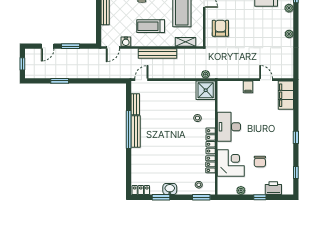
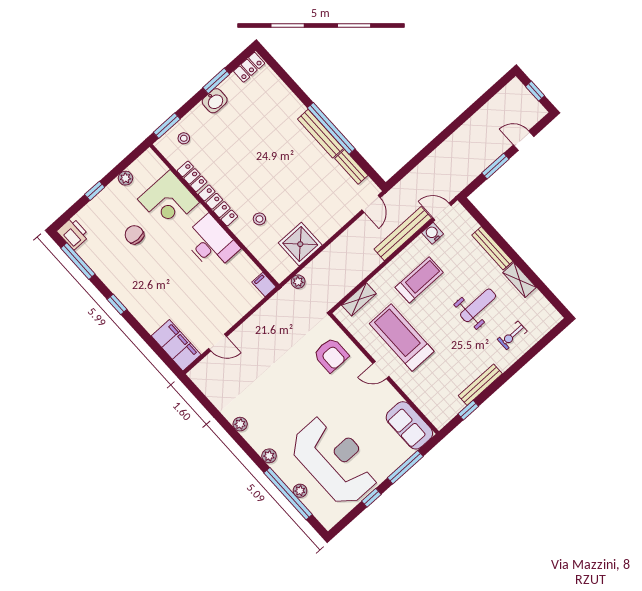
door: (48, 46) -> (524, 141), hinge flipped
door: (113, 48) -> (442, 212), hinge flipped
bench: (157, 54) -> (403, 234), moved
window: (60, 81) -> (470, 111), removed
filing cabinet: (248, 87) -> (264, 285), moved
shower: (206, 90) -> (300, 244), moved
window: (296, 173) -> (78, 261), width x2.17
printer: (273, 188) -> (73, 233), moved, turned -90

